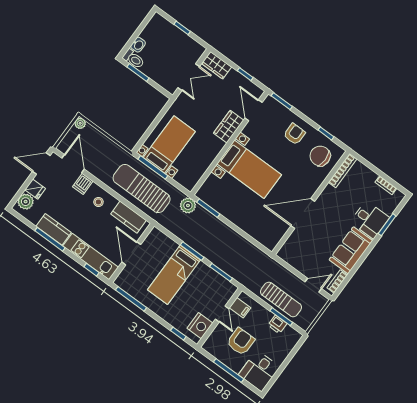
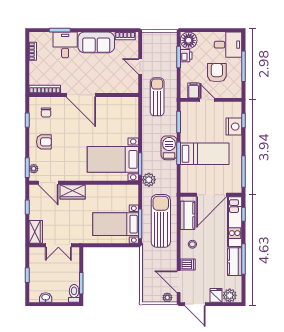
washbasin: (138, 45) -> (46, 297), moved
double door: (189, 77) -> (58, 245), swing flipped
plant: (277, 106) -> (34, 169), added
door: (254, 110) -> (48, 183), hinge flipped
plant: (80, 123) -> (167, 298), moved
armchair: (294, 134) -> (44, 142), turned 180
chair: (320, 156) -> (46, 112), width x0.54, depth x0.54
door: (73, 164) -> (179, 282), hinge flipped
bed with nightstands: (249, 169) -> (113, 159), moved, turned -90
sun lounger: (142, 189) -> (161, 221), turned 180
door: (303, 214) -> (81, 95), moved
barbecue: (204, 246) -> (169, 148), added
door: (131, 253) -> (211, 195), width x1.36
door: (313, 285) -> (140, 66), moved
sun lounger: (281, 299) -> (157, 97), moved
door: (222, 314) -> (207, 100), hinge flipped
nightstand: (200, 326) -> (234, 127), moved, turned 90
floor lamp: (290, 337) -> (189, 40), added
armchair: (241, 341) -> (217, 73), turned 90

